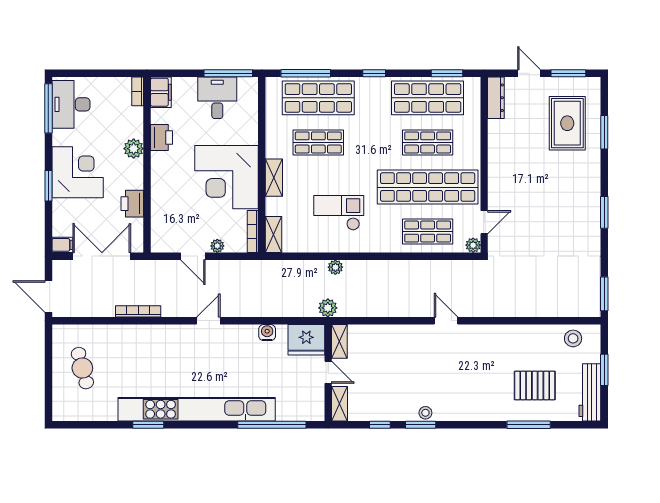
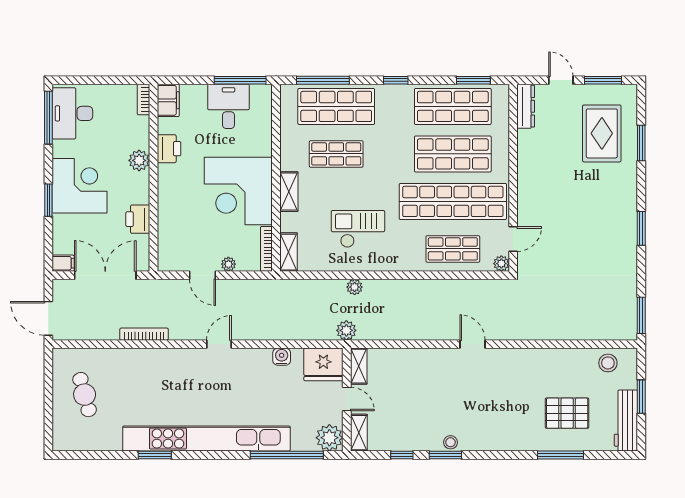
shop shelf: (428, 142) -> (453, 154), width x1.43, depth x1.36
plant: (312, 409) -> (329, 438), added

